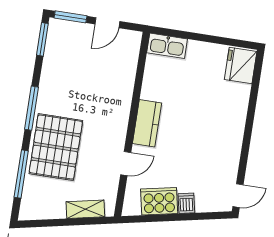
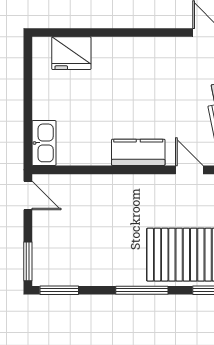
door: (107, 23) -> (28, 196), moved
fridge: (241, 66) -> (71, 53), moved

